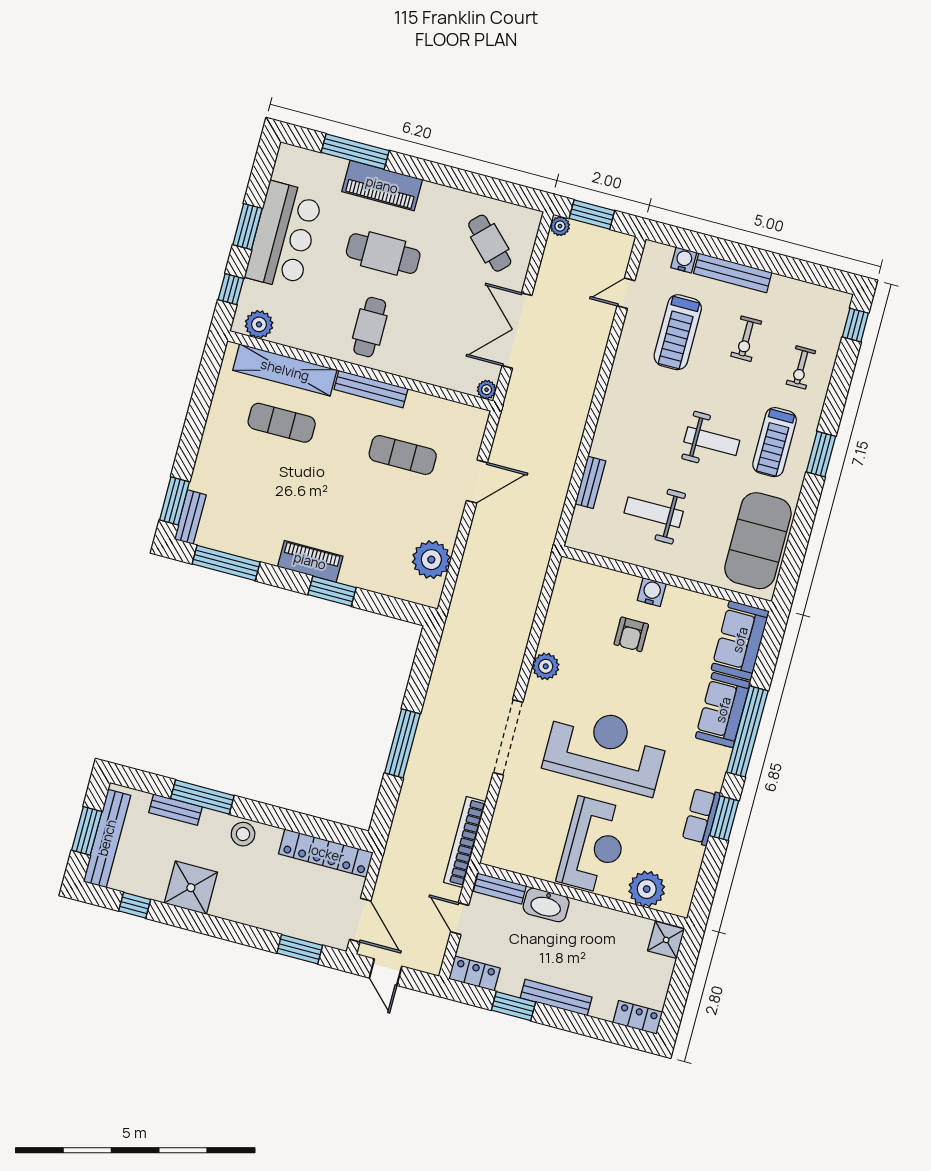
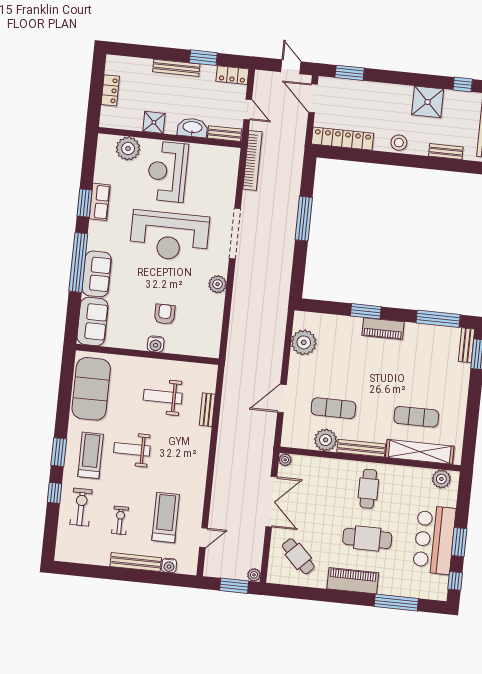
piano: (382, 185) -> (353, 581), moved
window: (231, 289) -> (455, 581), moved
window: (855, 325) -> (55, 493), moved
exercise bike: (801, 367) -> (81, 507), width x1.38, depth x1.39
plant: (422, 410) -> (326, 440), added
weight bench: (654, 512) -> (163, 397), turned 180
window: (202, 797) -> (429, 163), removed
shower: (666, 940) -> (154, 122), moved
locker: (638, 1017) -> (110, 90), moved, turned -90

